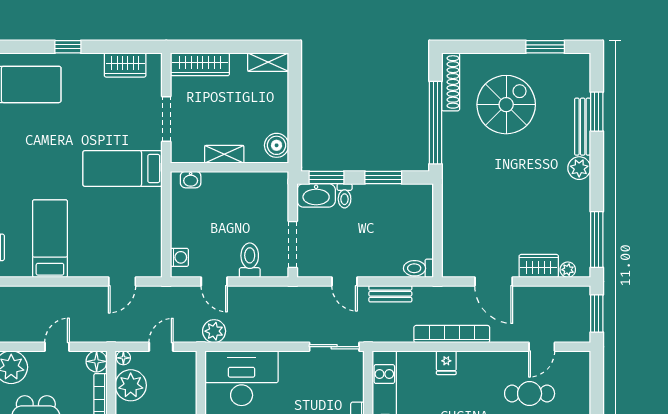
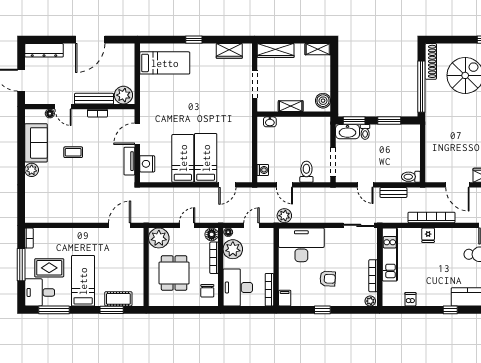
bed: (123, 168) -> (206, 158), moved, turned 90

